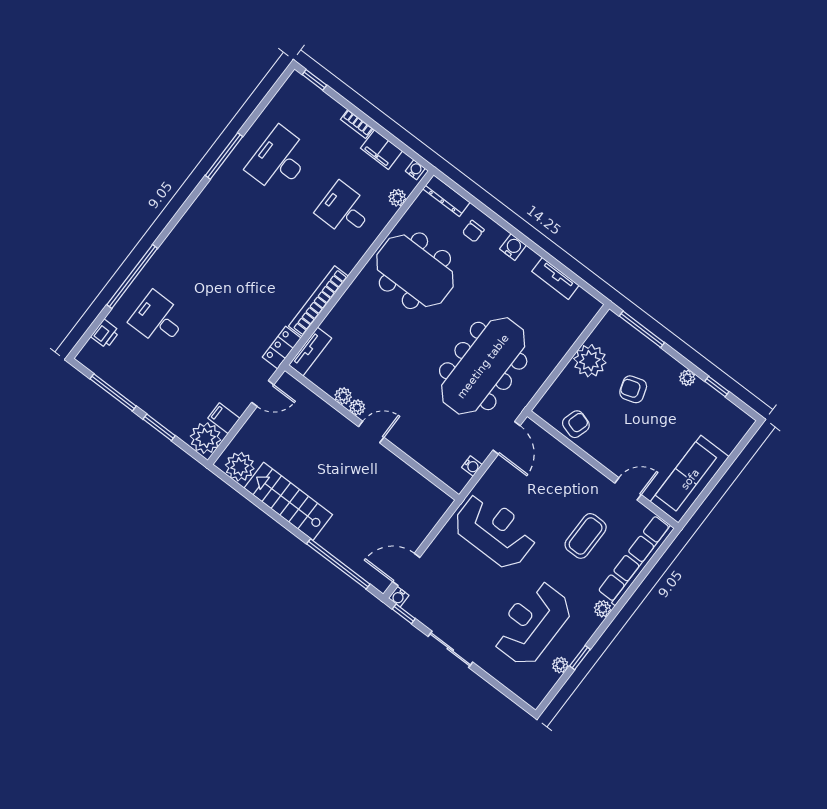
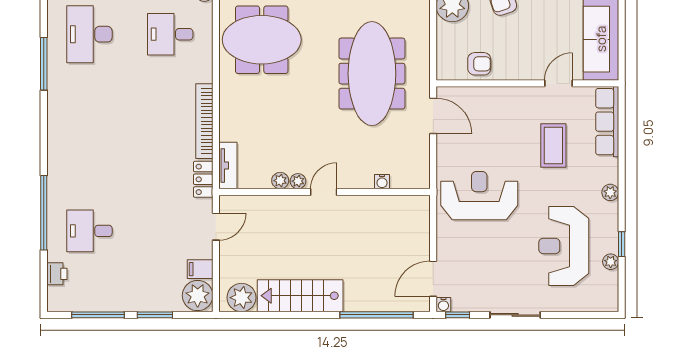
armchair: (576, 424) -> (479, 64), turned 73
water cooler: (472, 466) -> (382, 182), moved, turned 90
row of seats: (636, 560) -> (607, 122), width x0.73

